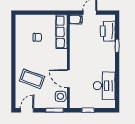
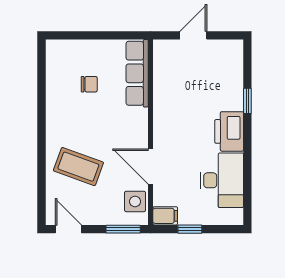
filing cabinet: (76, 19) -> (165, 216), moved
printer: (108, 31) -> (229, 131), moved
door: (27, 110) -> (68, 229), hinge flipped

